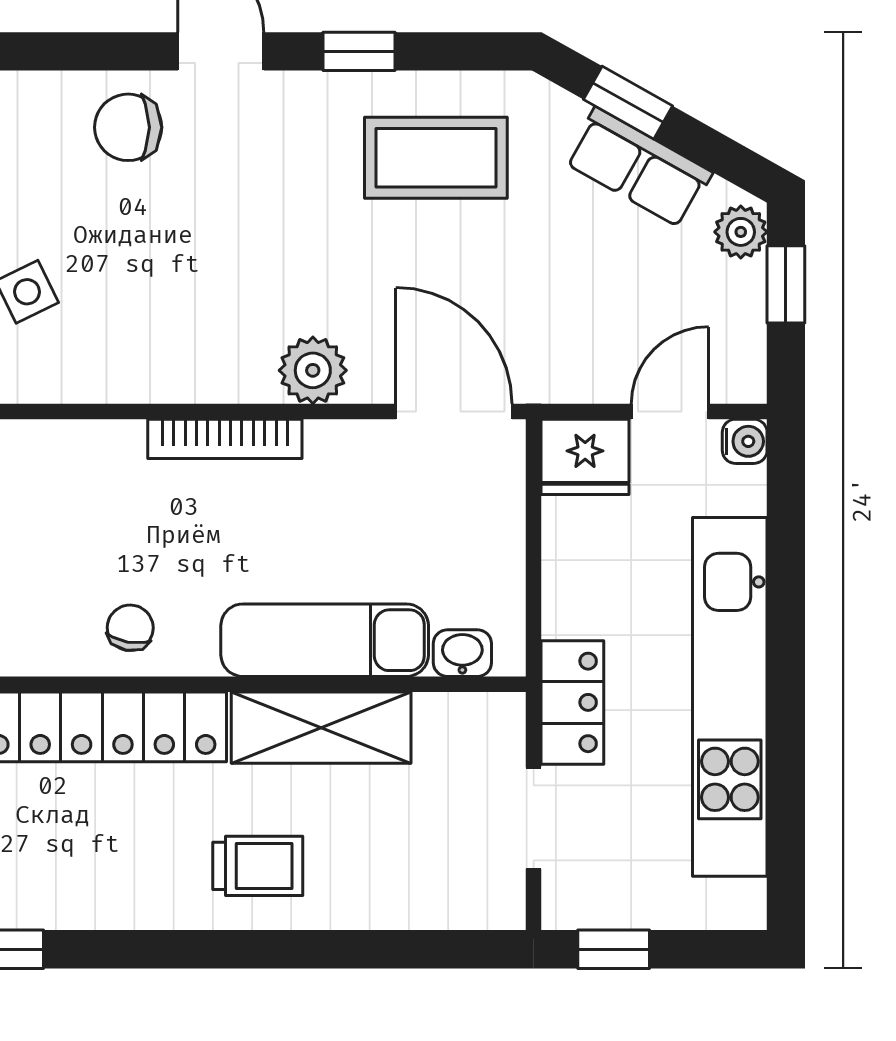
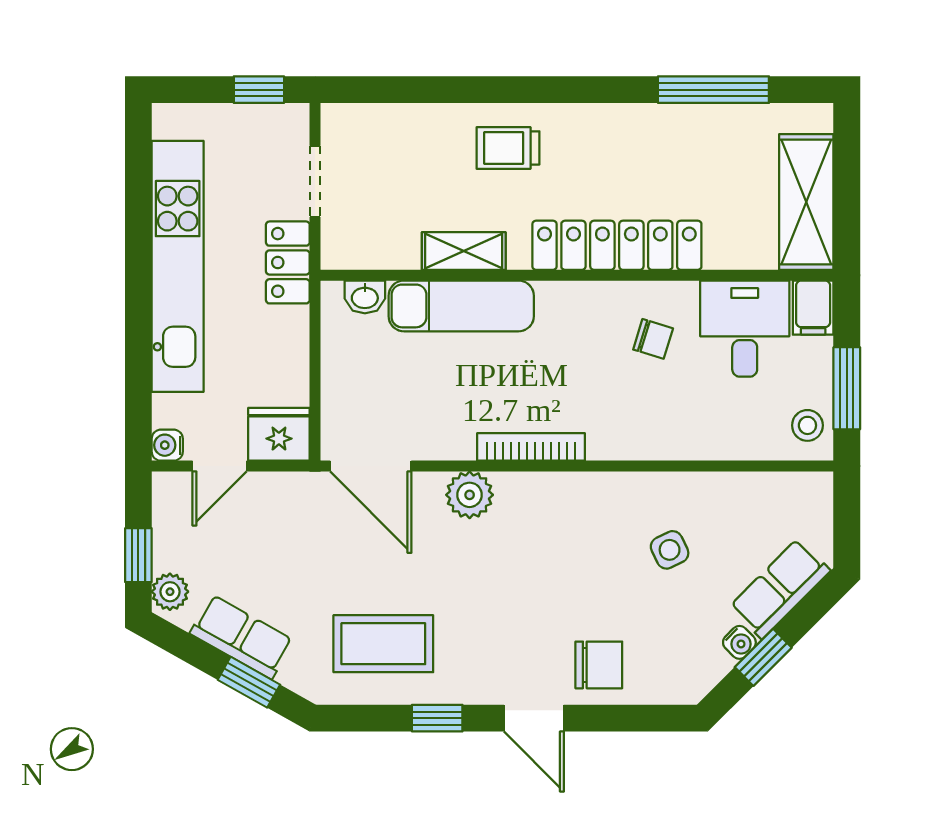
chair: (130, 628) -> (653, 339), moved, turned -83
shelving: (321, 728) -> (464, 251), width x0.67, depth x0.75

